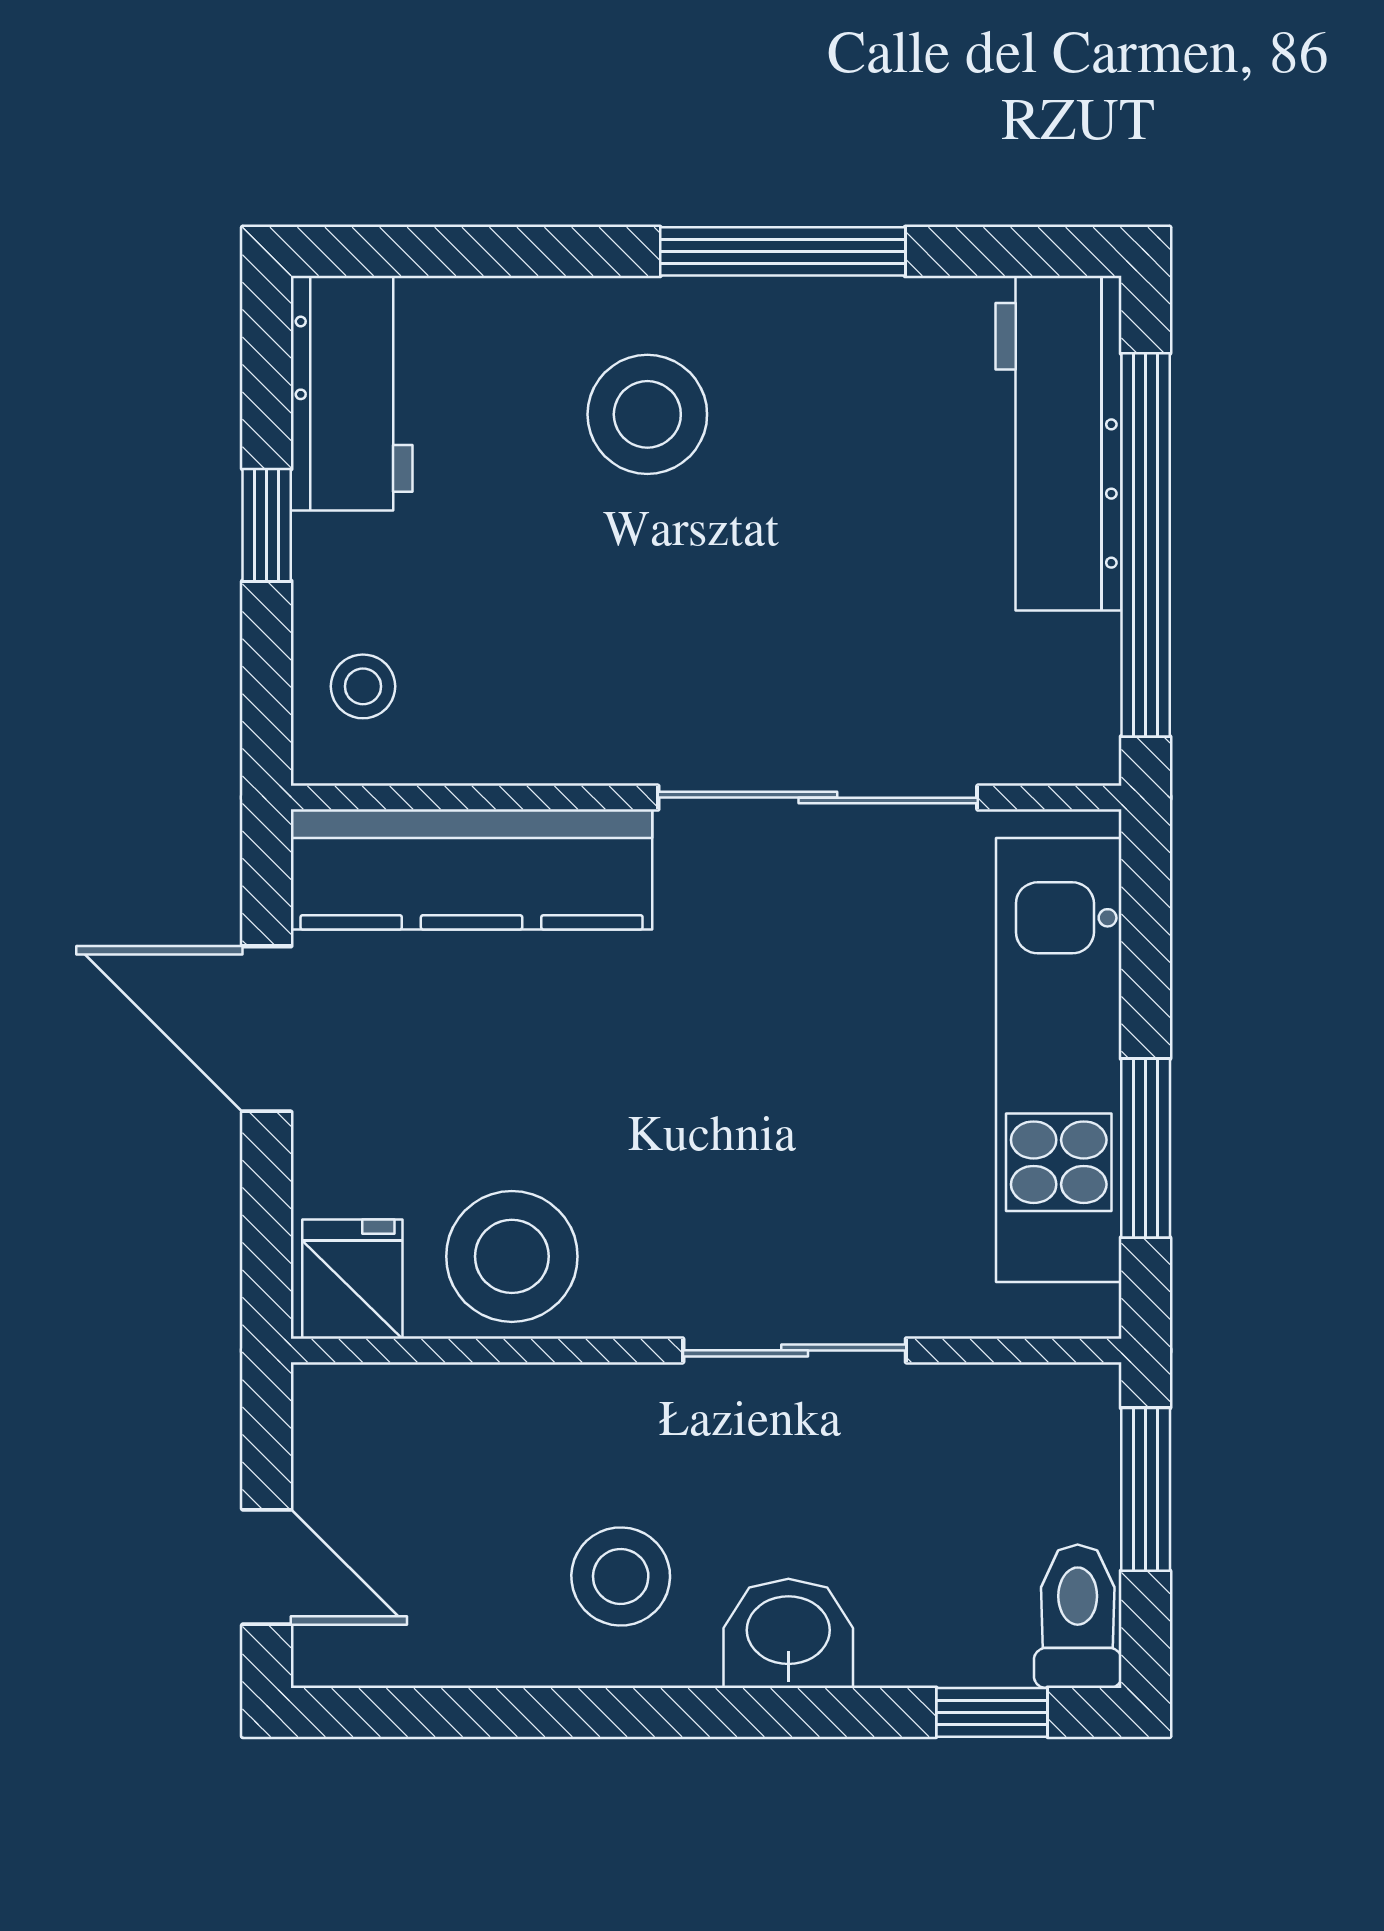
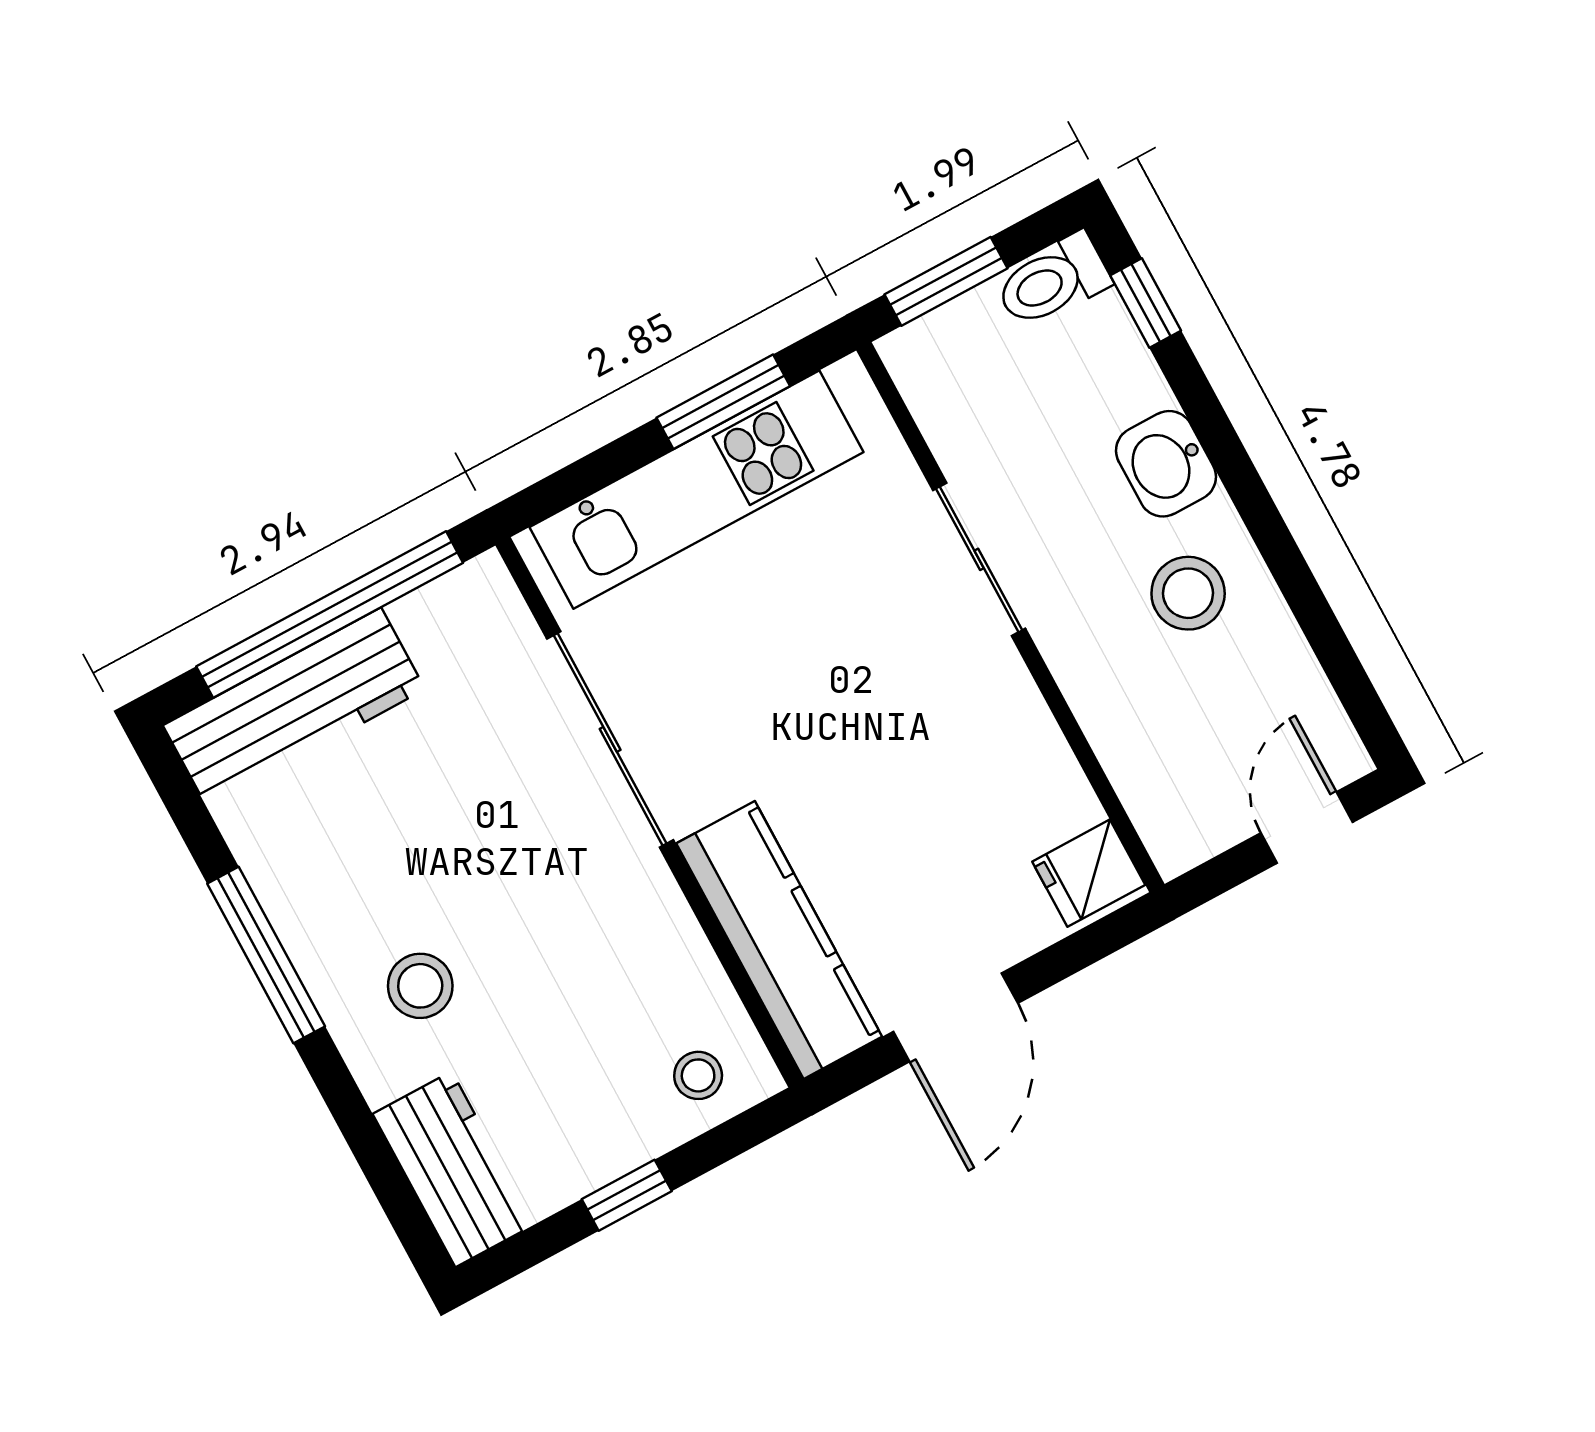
workbench: (352, 393) -> (454, 1169), moved, turned 90
stool: (647, 414) -> (420, 986), width x0.73, depth x0.73
stool: (512, 1256) -> (1018, 777), removed

